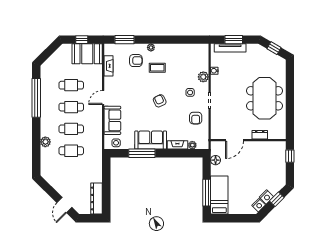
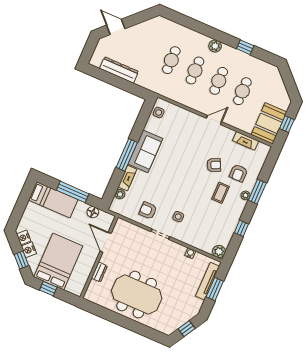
window: (124, 40) -> (257, 192), moved
window: (178, 40) -> (241, 228), added
plant: (203, 77) -> (219, 252), moved
window: (36, 98) -> (245, 47), width x0.32
door: (103, 98) -> (214, 120), hinge flipped
armchair: (160, 101) -> (214, 165), moved
sofa: (112, 120) -> (185, 119), removed
plant: (45, 142) -> (215, 46), moved
window: (142, 153) -> (127, 155), moved
window: (290, 156) -> (48, 289), moved
bed: (265, 170) -> (58, 261), added
window: (207, 193) -> (73, 192), moved
dresser: (97, 198) -> (119, 70), moved

